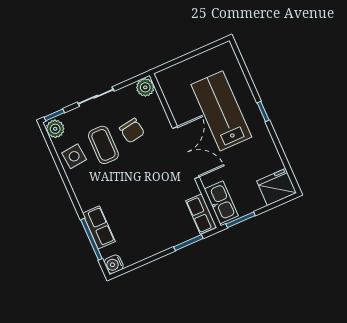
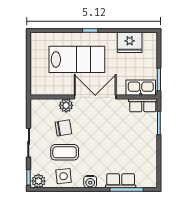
plant: (145, 87) -> (66, 105), moved
lab bench: (221, 111) -> (77, 59), turned 180
fridge: (277, 187) -> (130, 42), moved, turned -90
water cooler: (114, 264) -> (90, 182), moved

